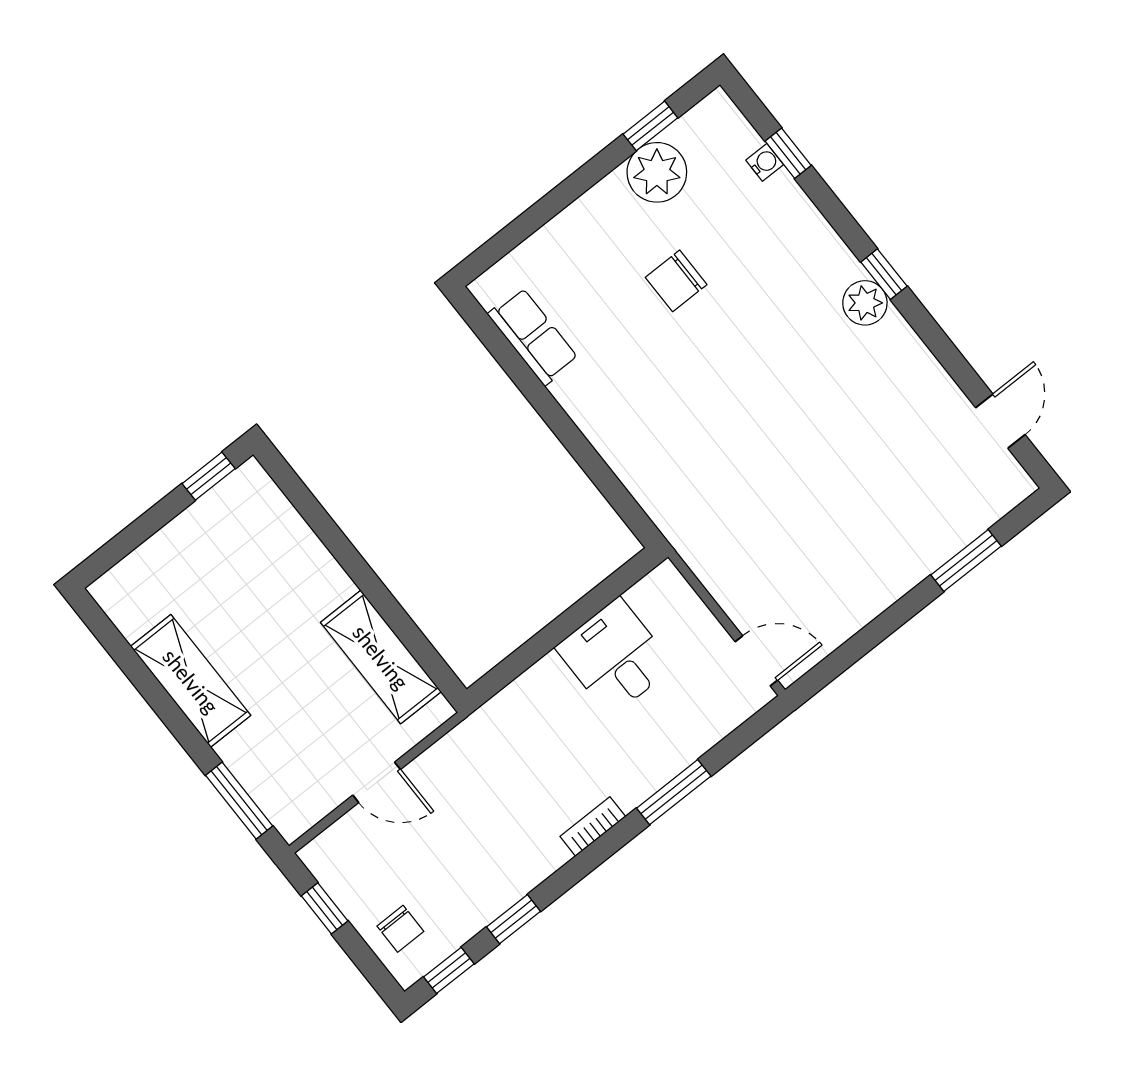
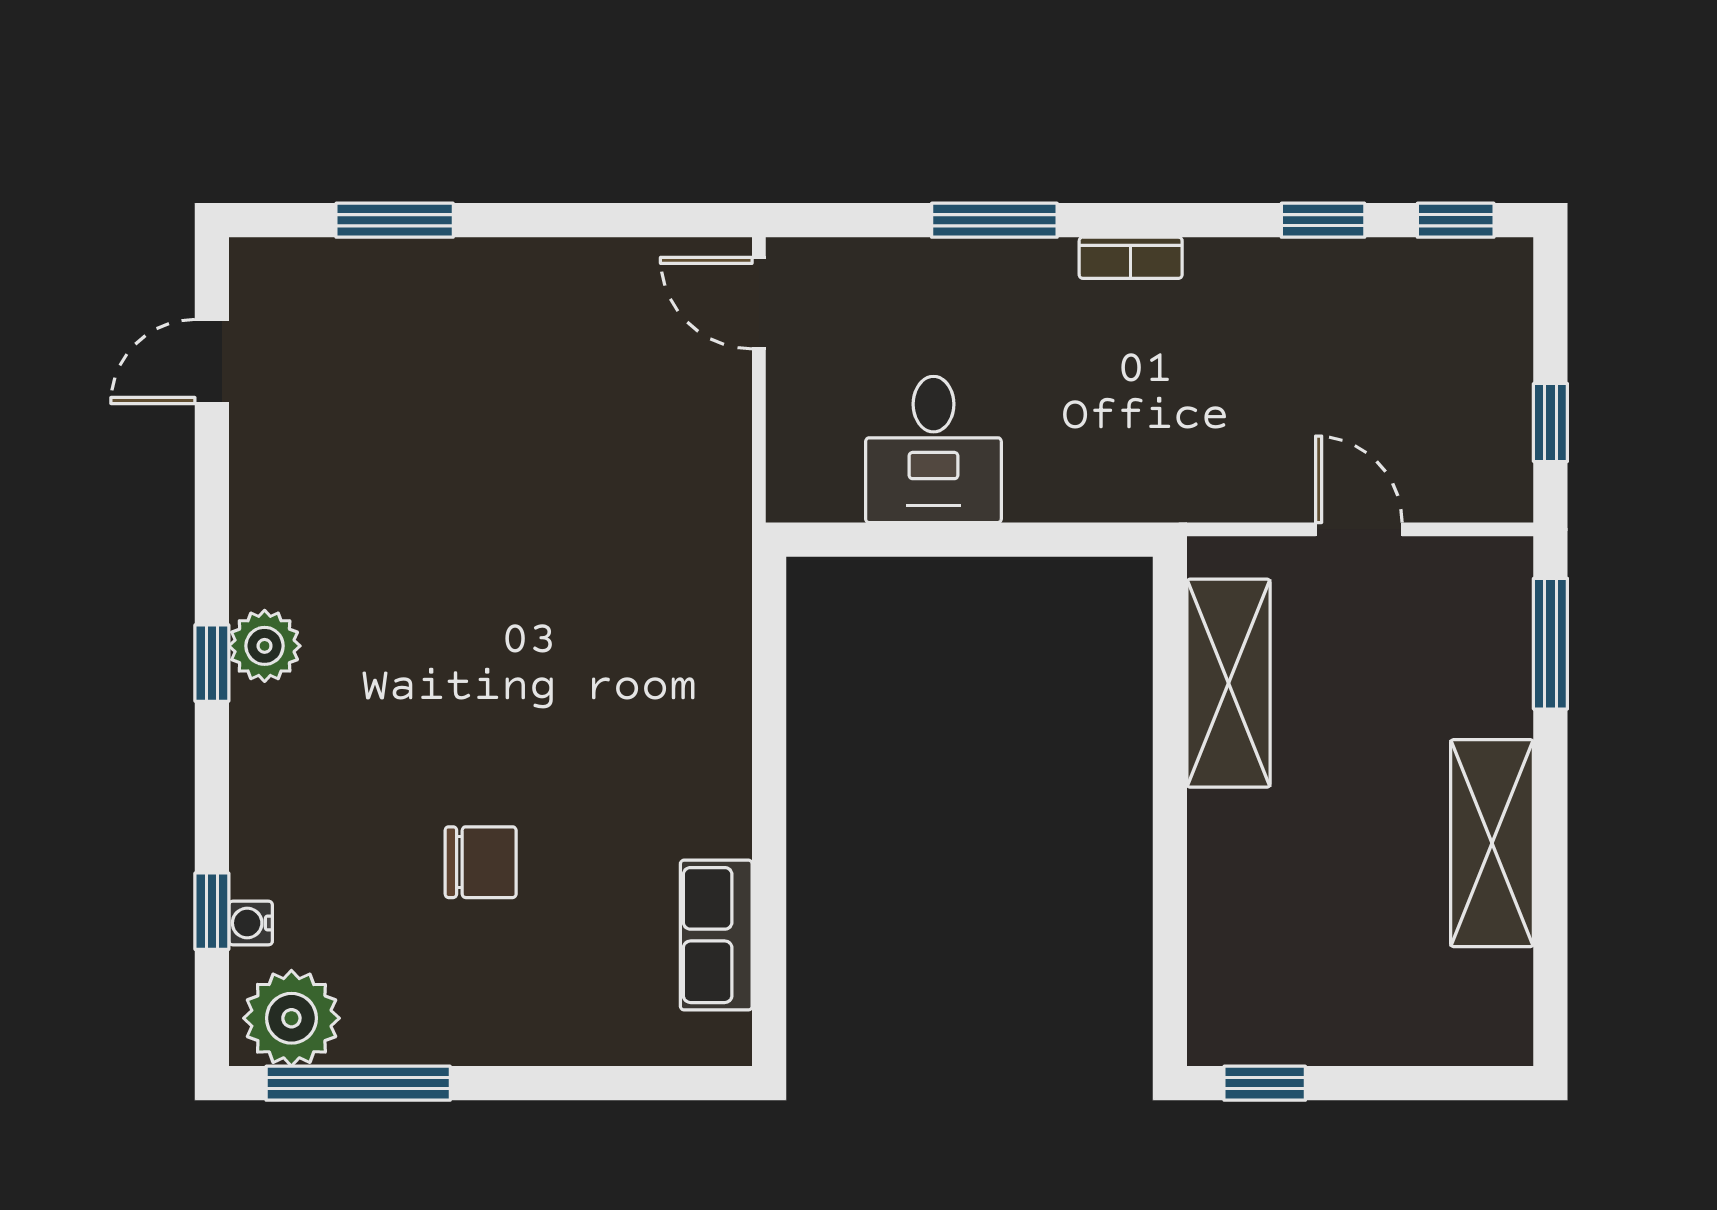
window: (650, 126) -> (358, 1083), width x2.17
plant: (657, 172) -> (291, 1018), moved
chair: (400, 929) -> (1475, 321), removed

